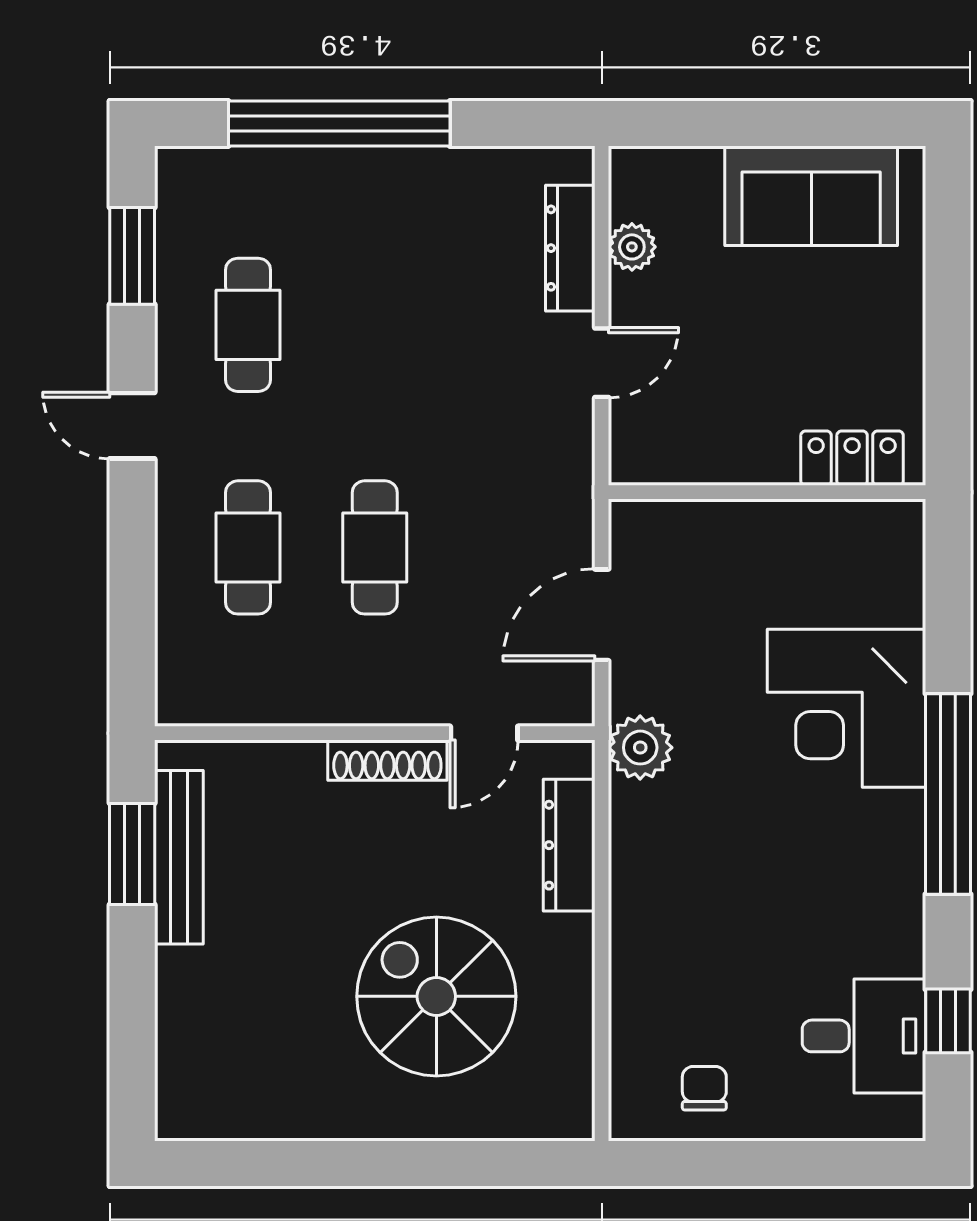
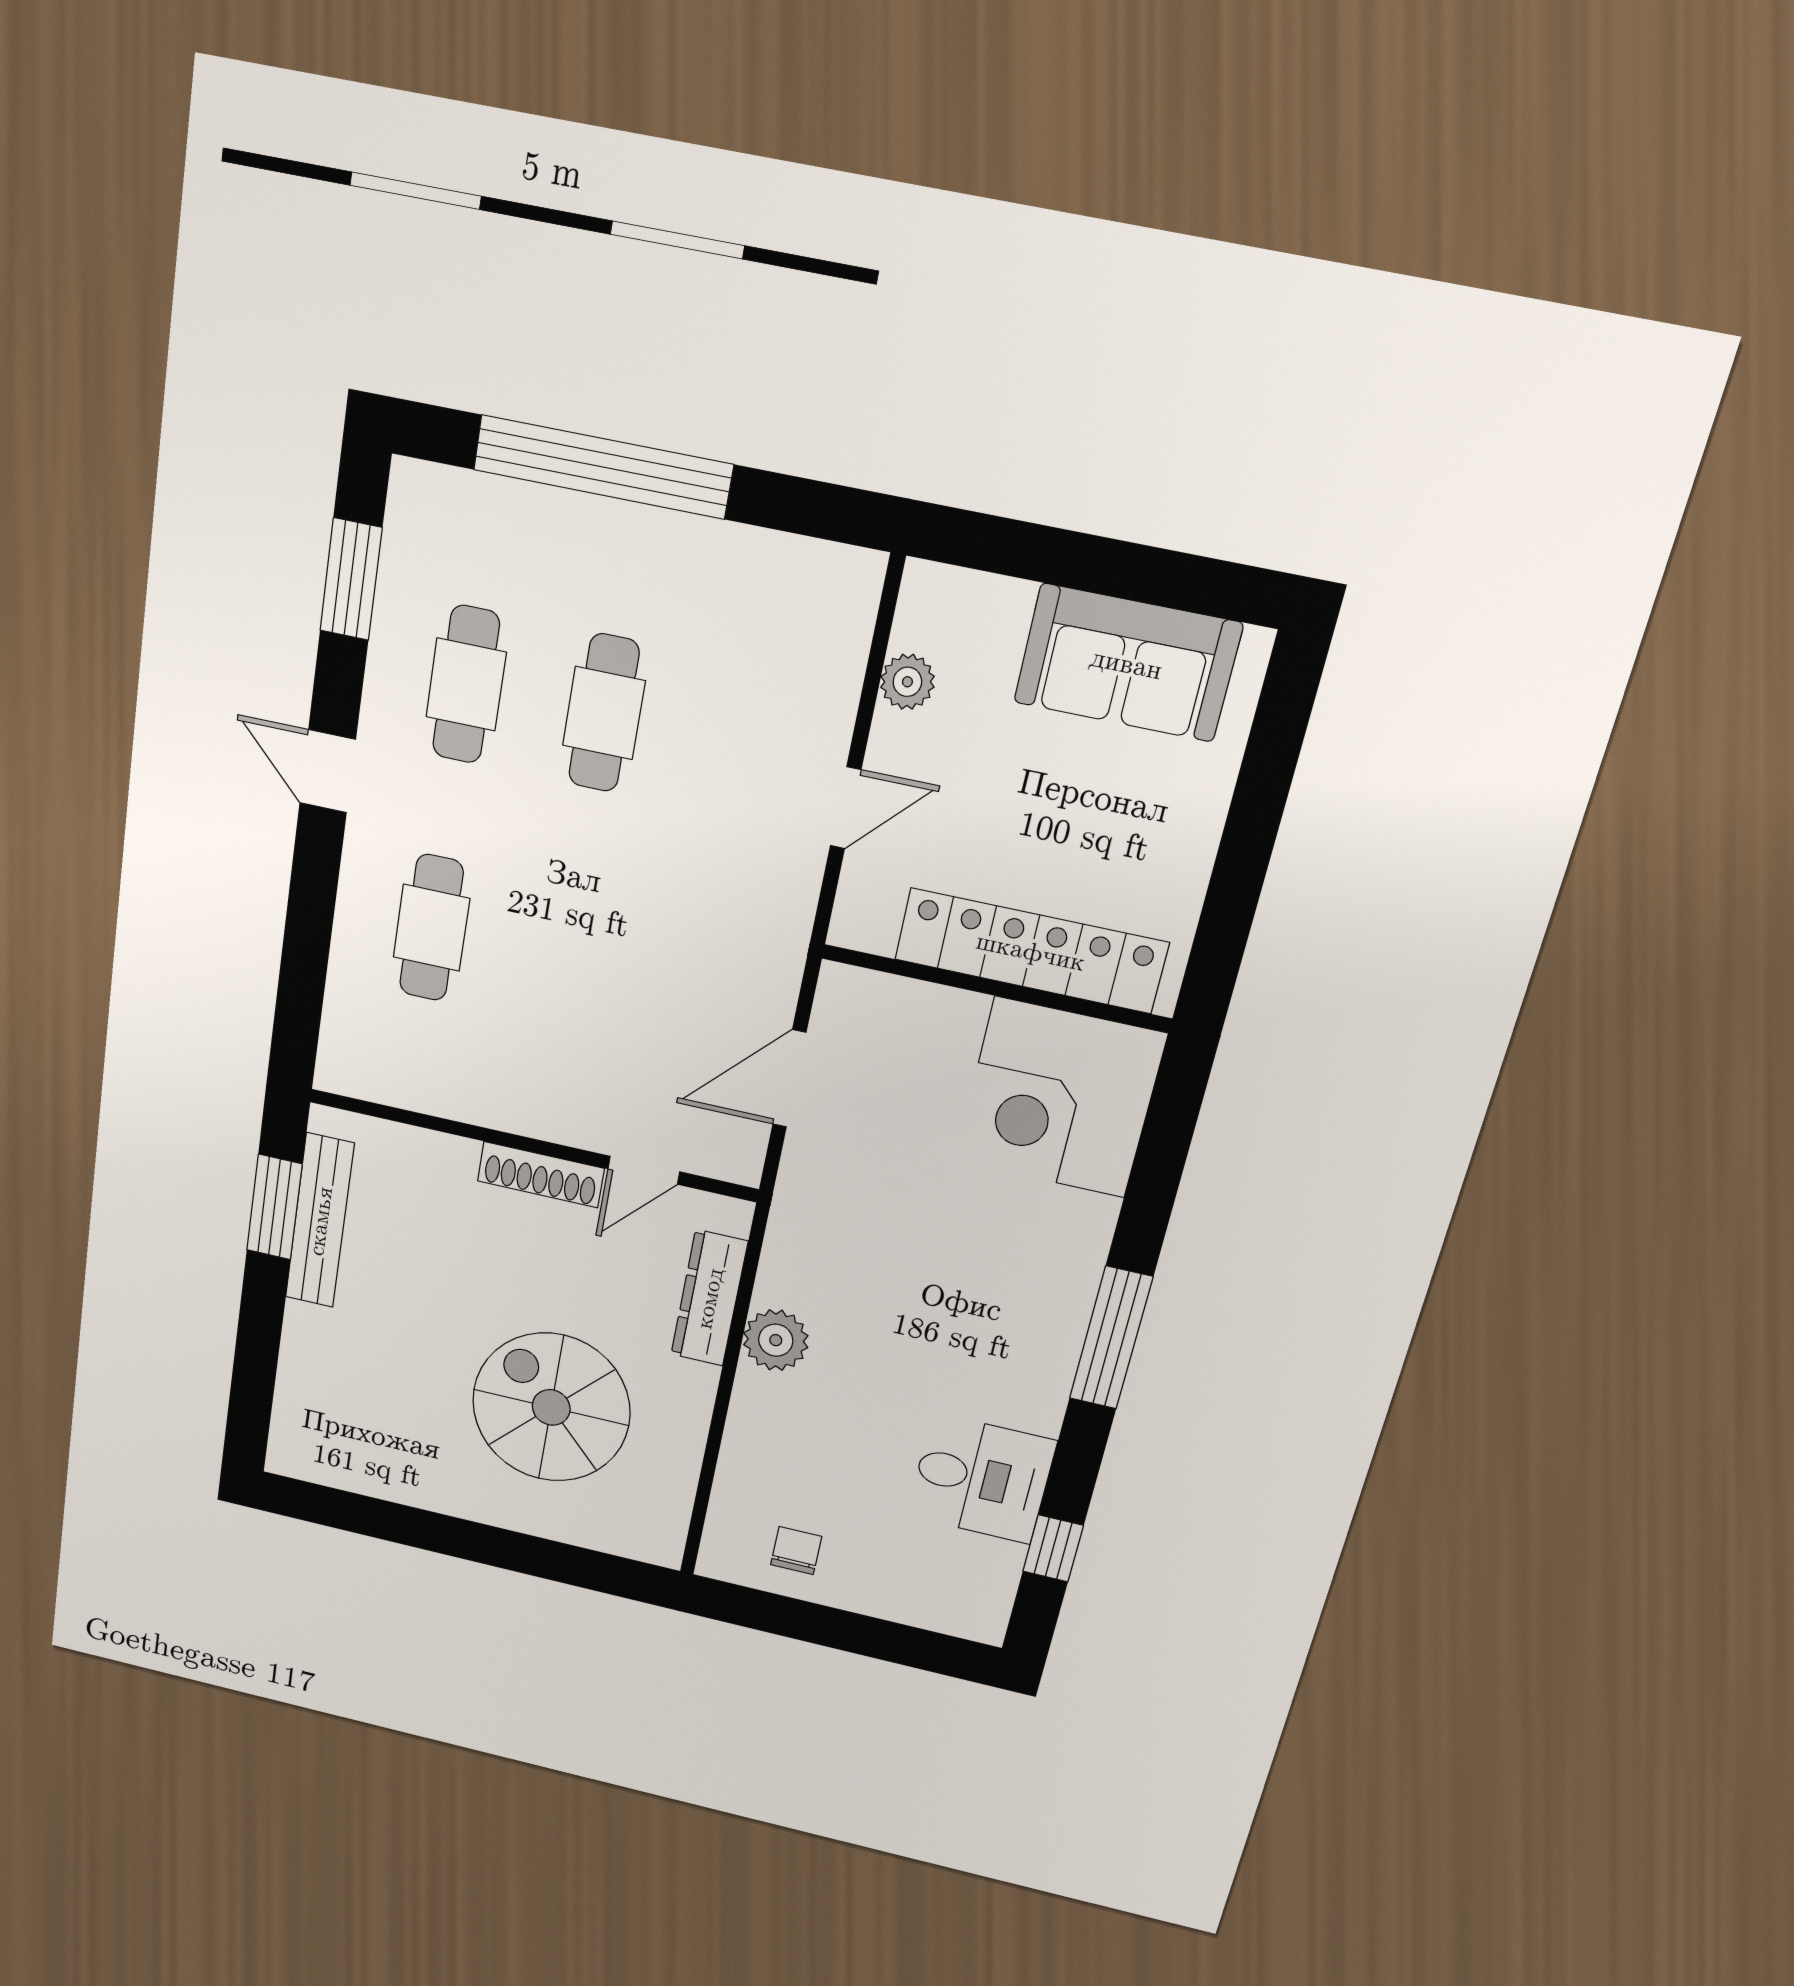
dresser: (570, 248) -> (837, 669), removed
locker: (852, 458) -> (1031, 951), width x2.16, depth x1.21
cafe table: (375, 547) -> (604, 713), moved
corner desk: (846, 708) -> (1060, 1098), moved
plant: (640, 748) -> (776, 1340), moved
window: (948, 794) -> (1111, 1338), width x0.68
desk: (864, 1036) -> (981, 1479), moved

